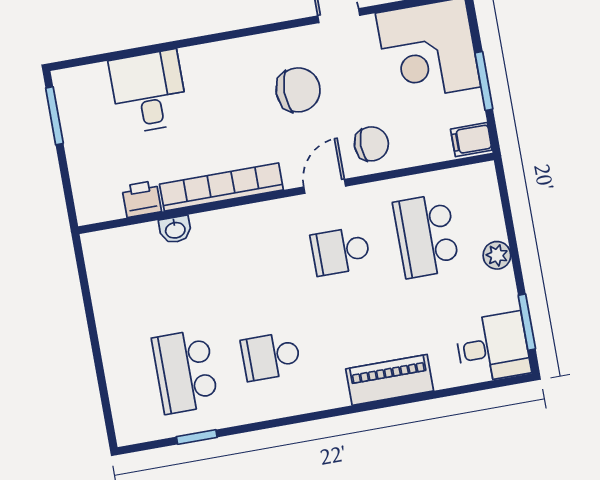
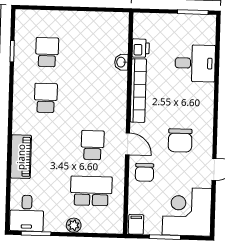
school desk: (185, 372) -> (47, 52), width x0.54

